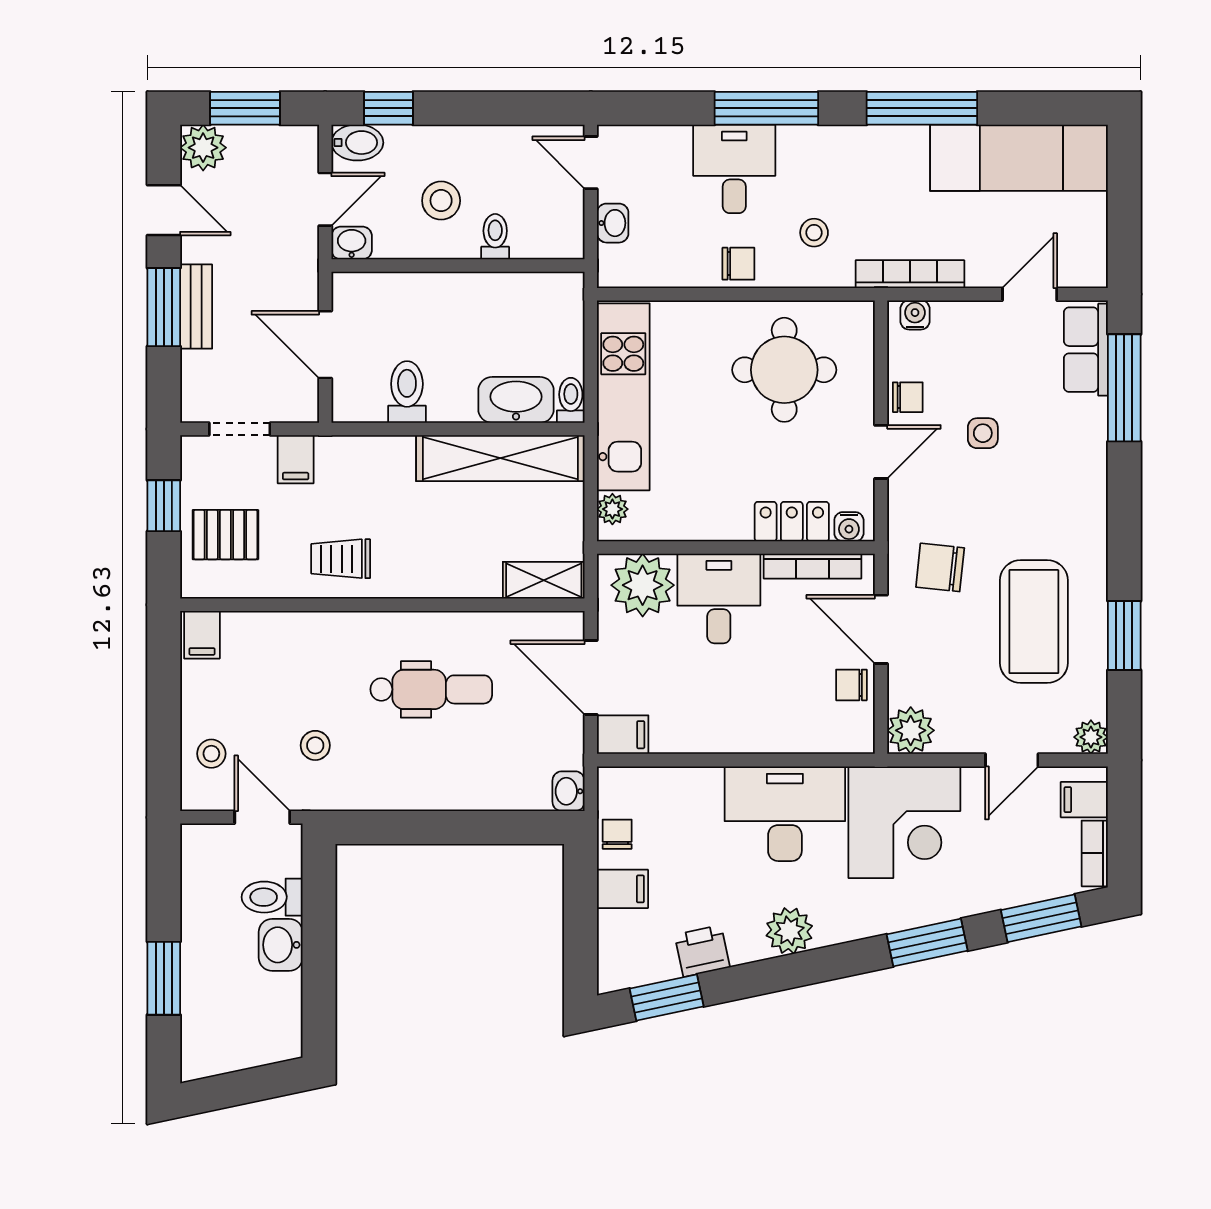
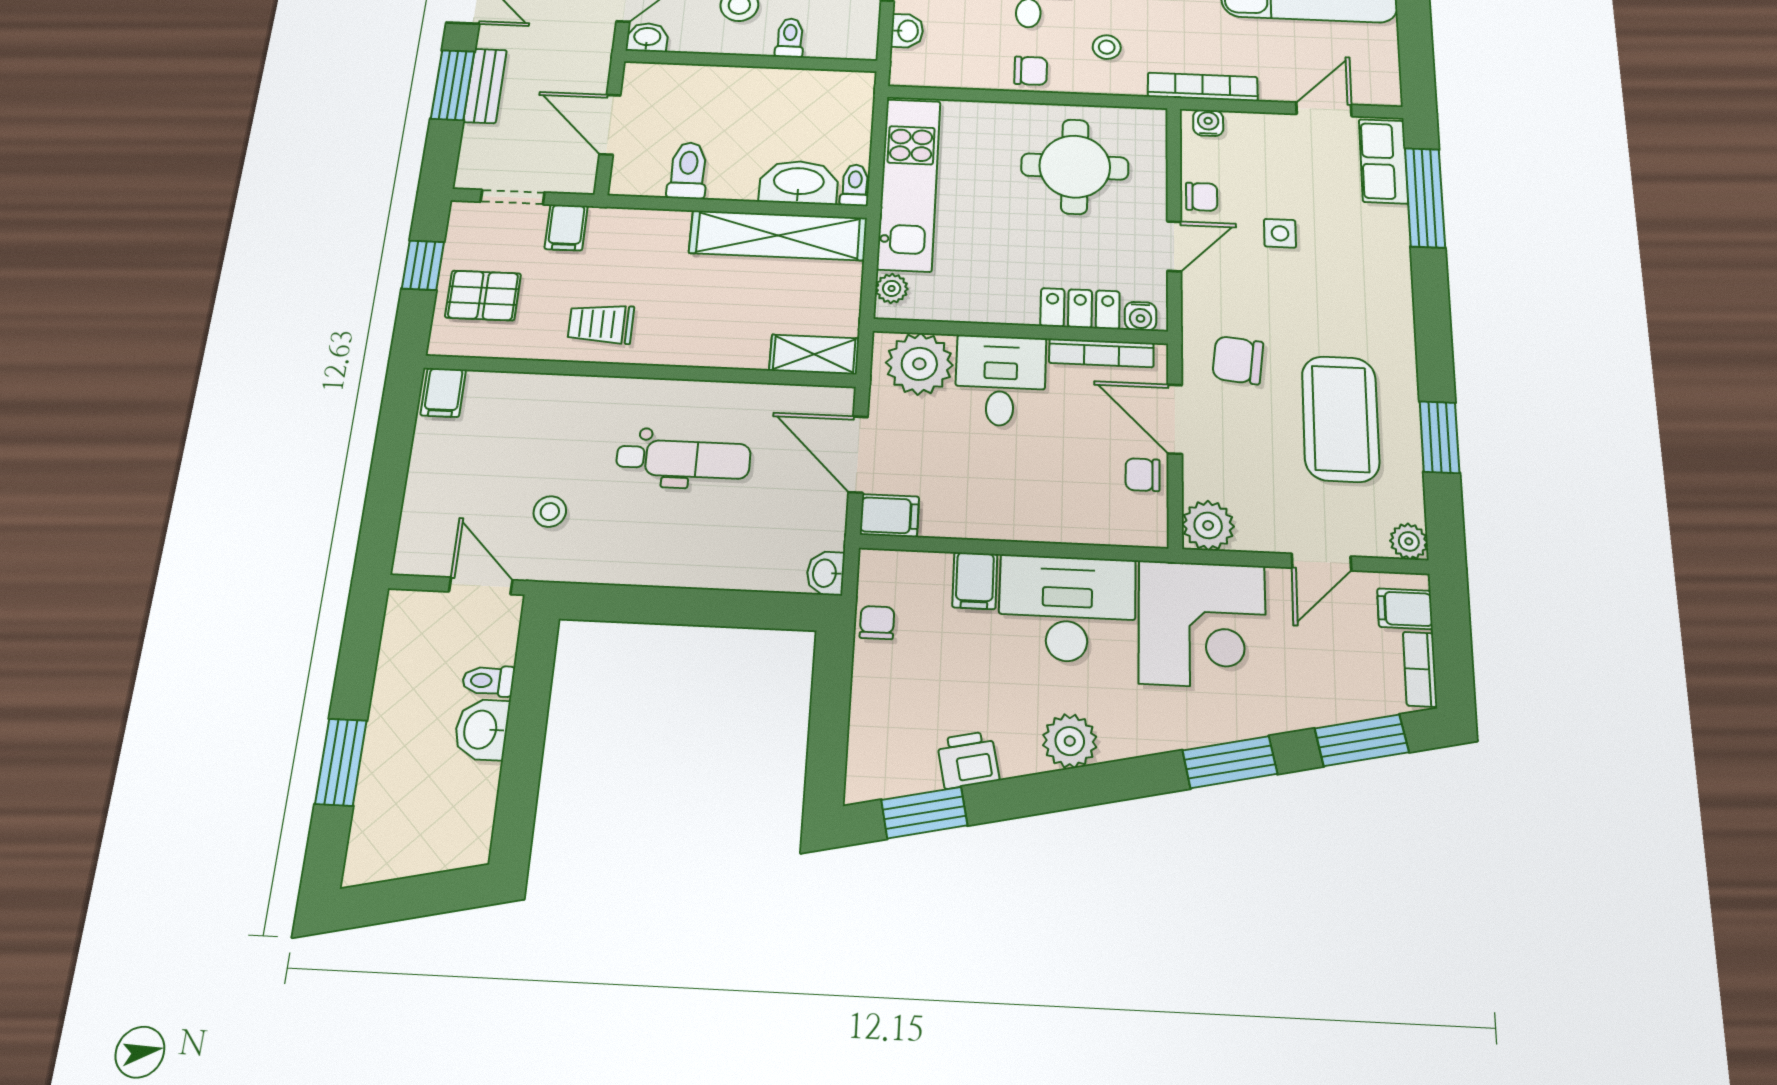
stool: (211, 754) -> (434, 515), removed
filing cabinet: (623, 889) -> (975, 581), moved, turned 90
toilet: (272, 897) -> (488, 681), width x0.73, depth x0.72

